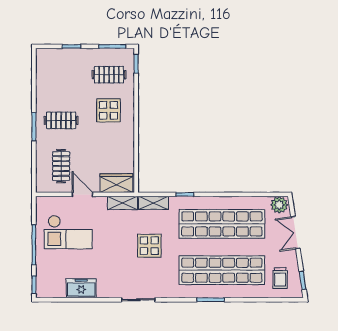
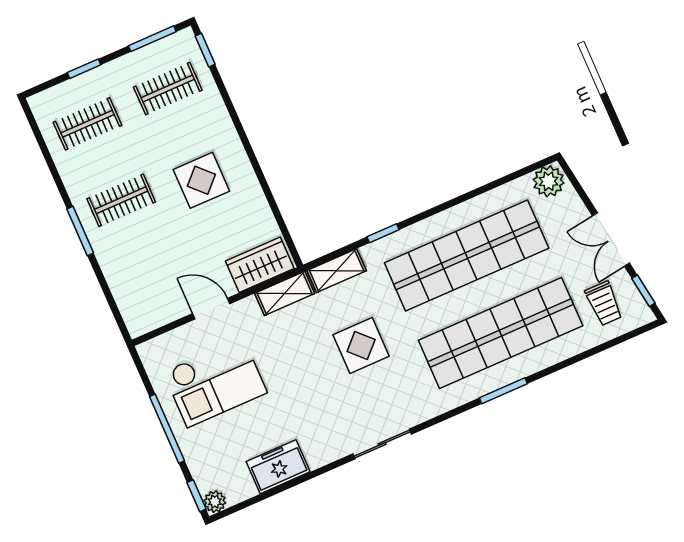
display table: (108, 110) -> (201, 180), moved
clothes rail: (61, 166) -> (87, 124), moved, turned 90
double door: (295, 233) -> (611, 240), moved
plant: (42, 292) -> (215, 502), added

